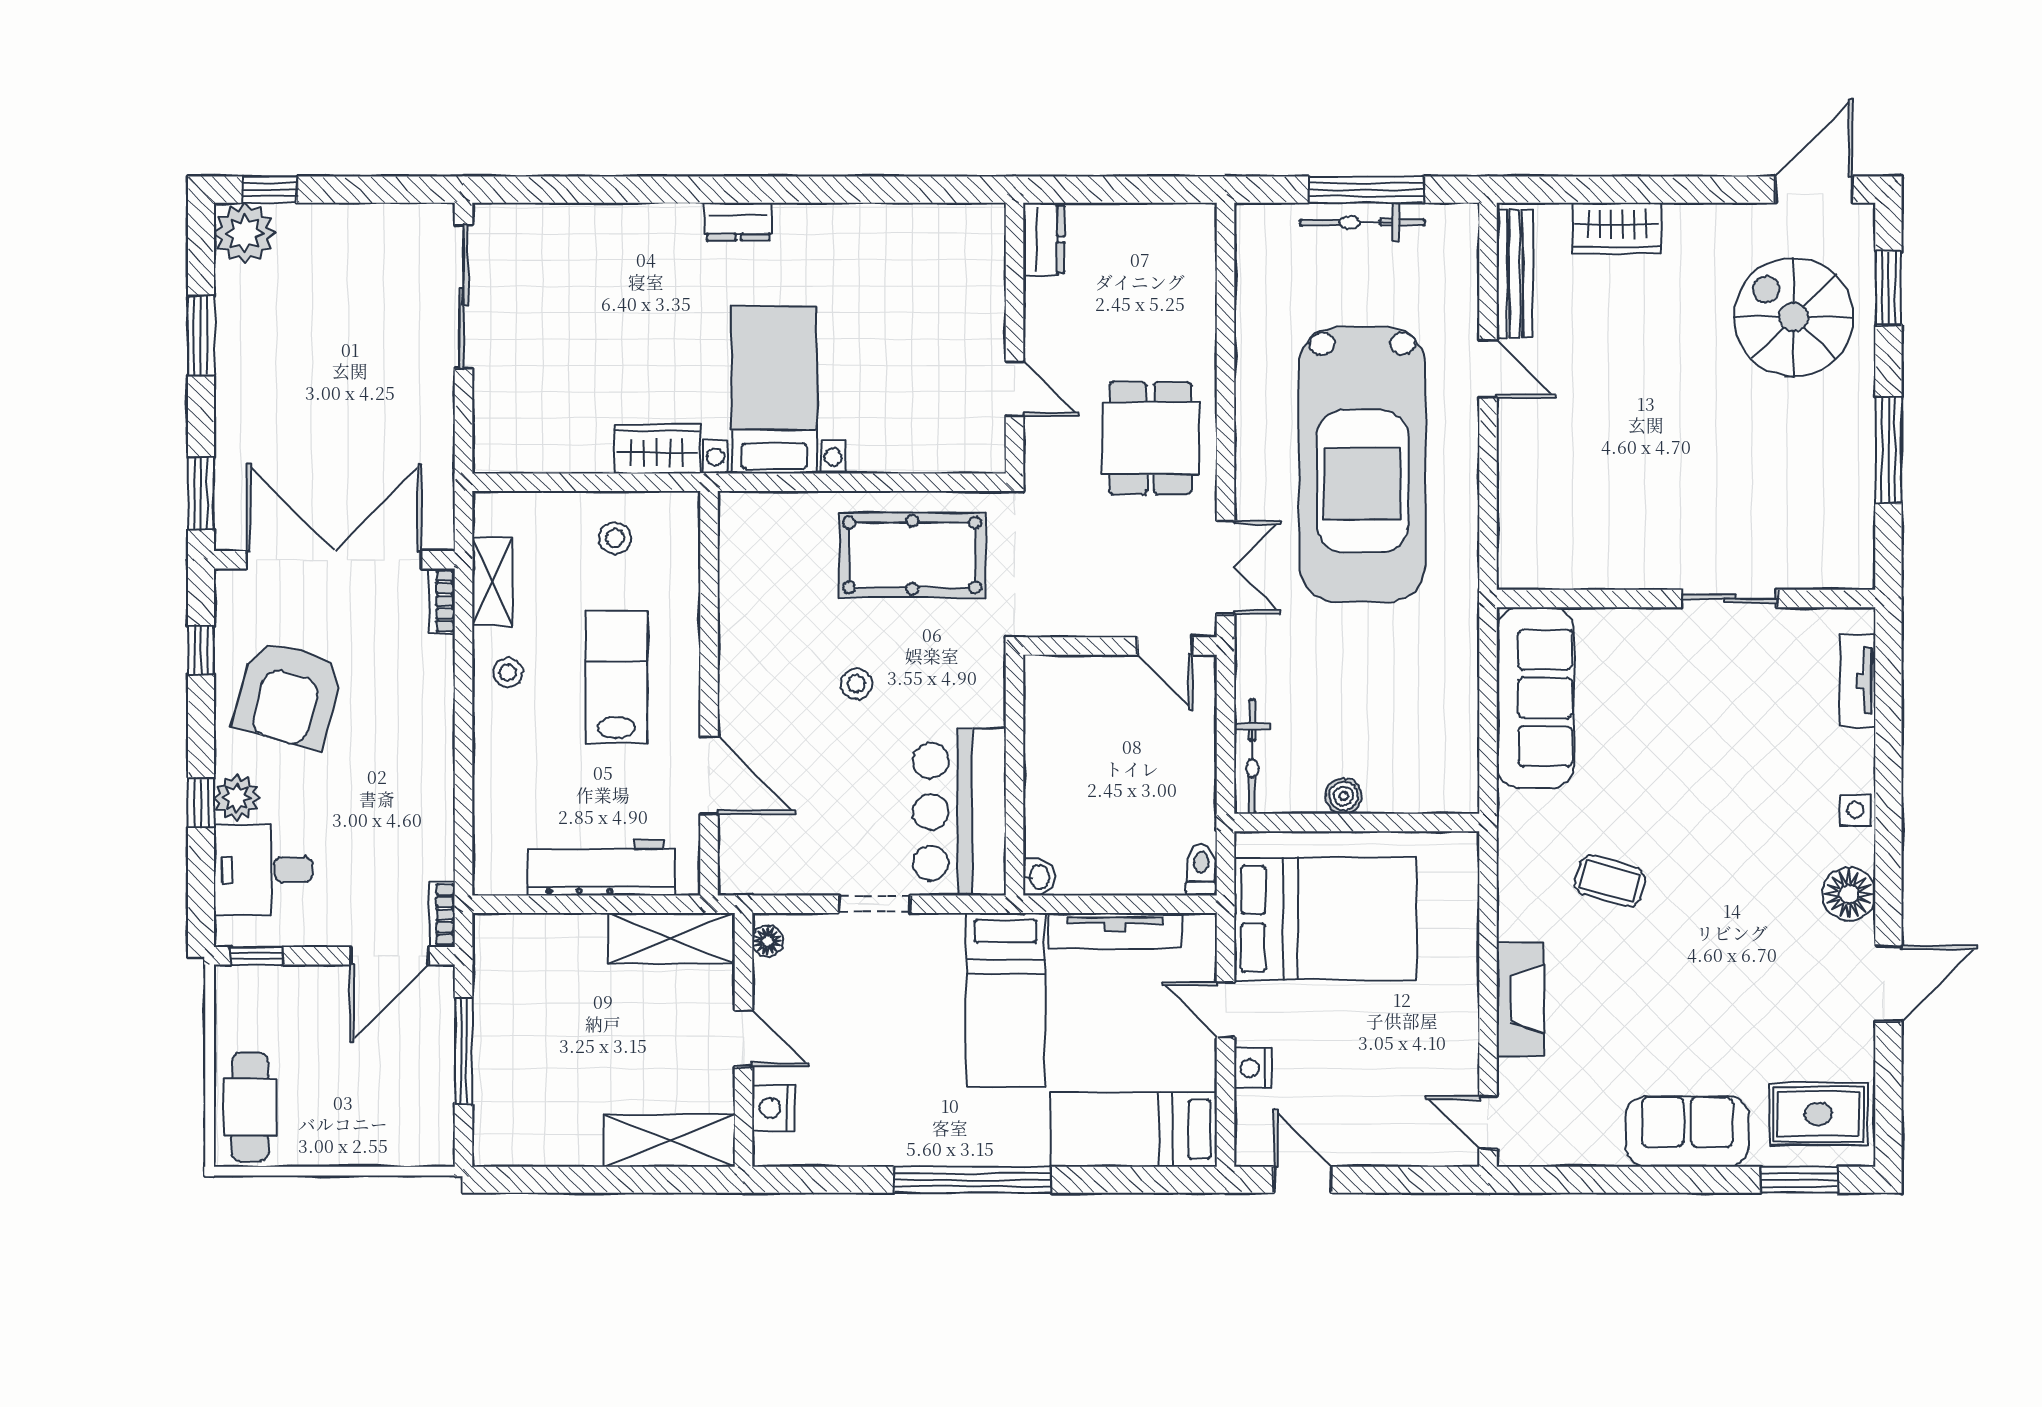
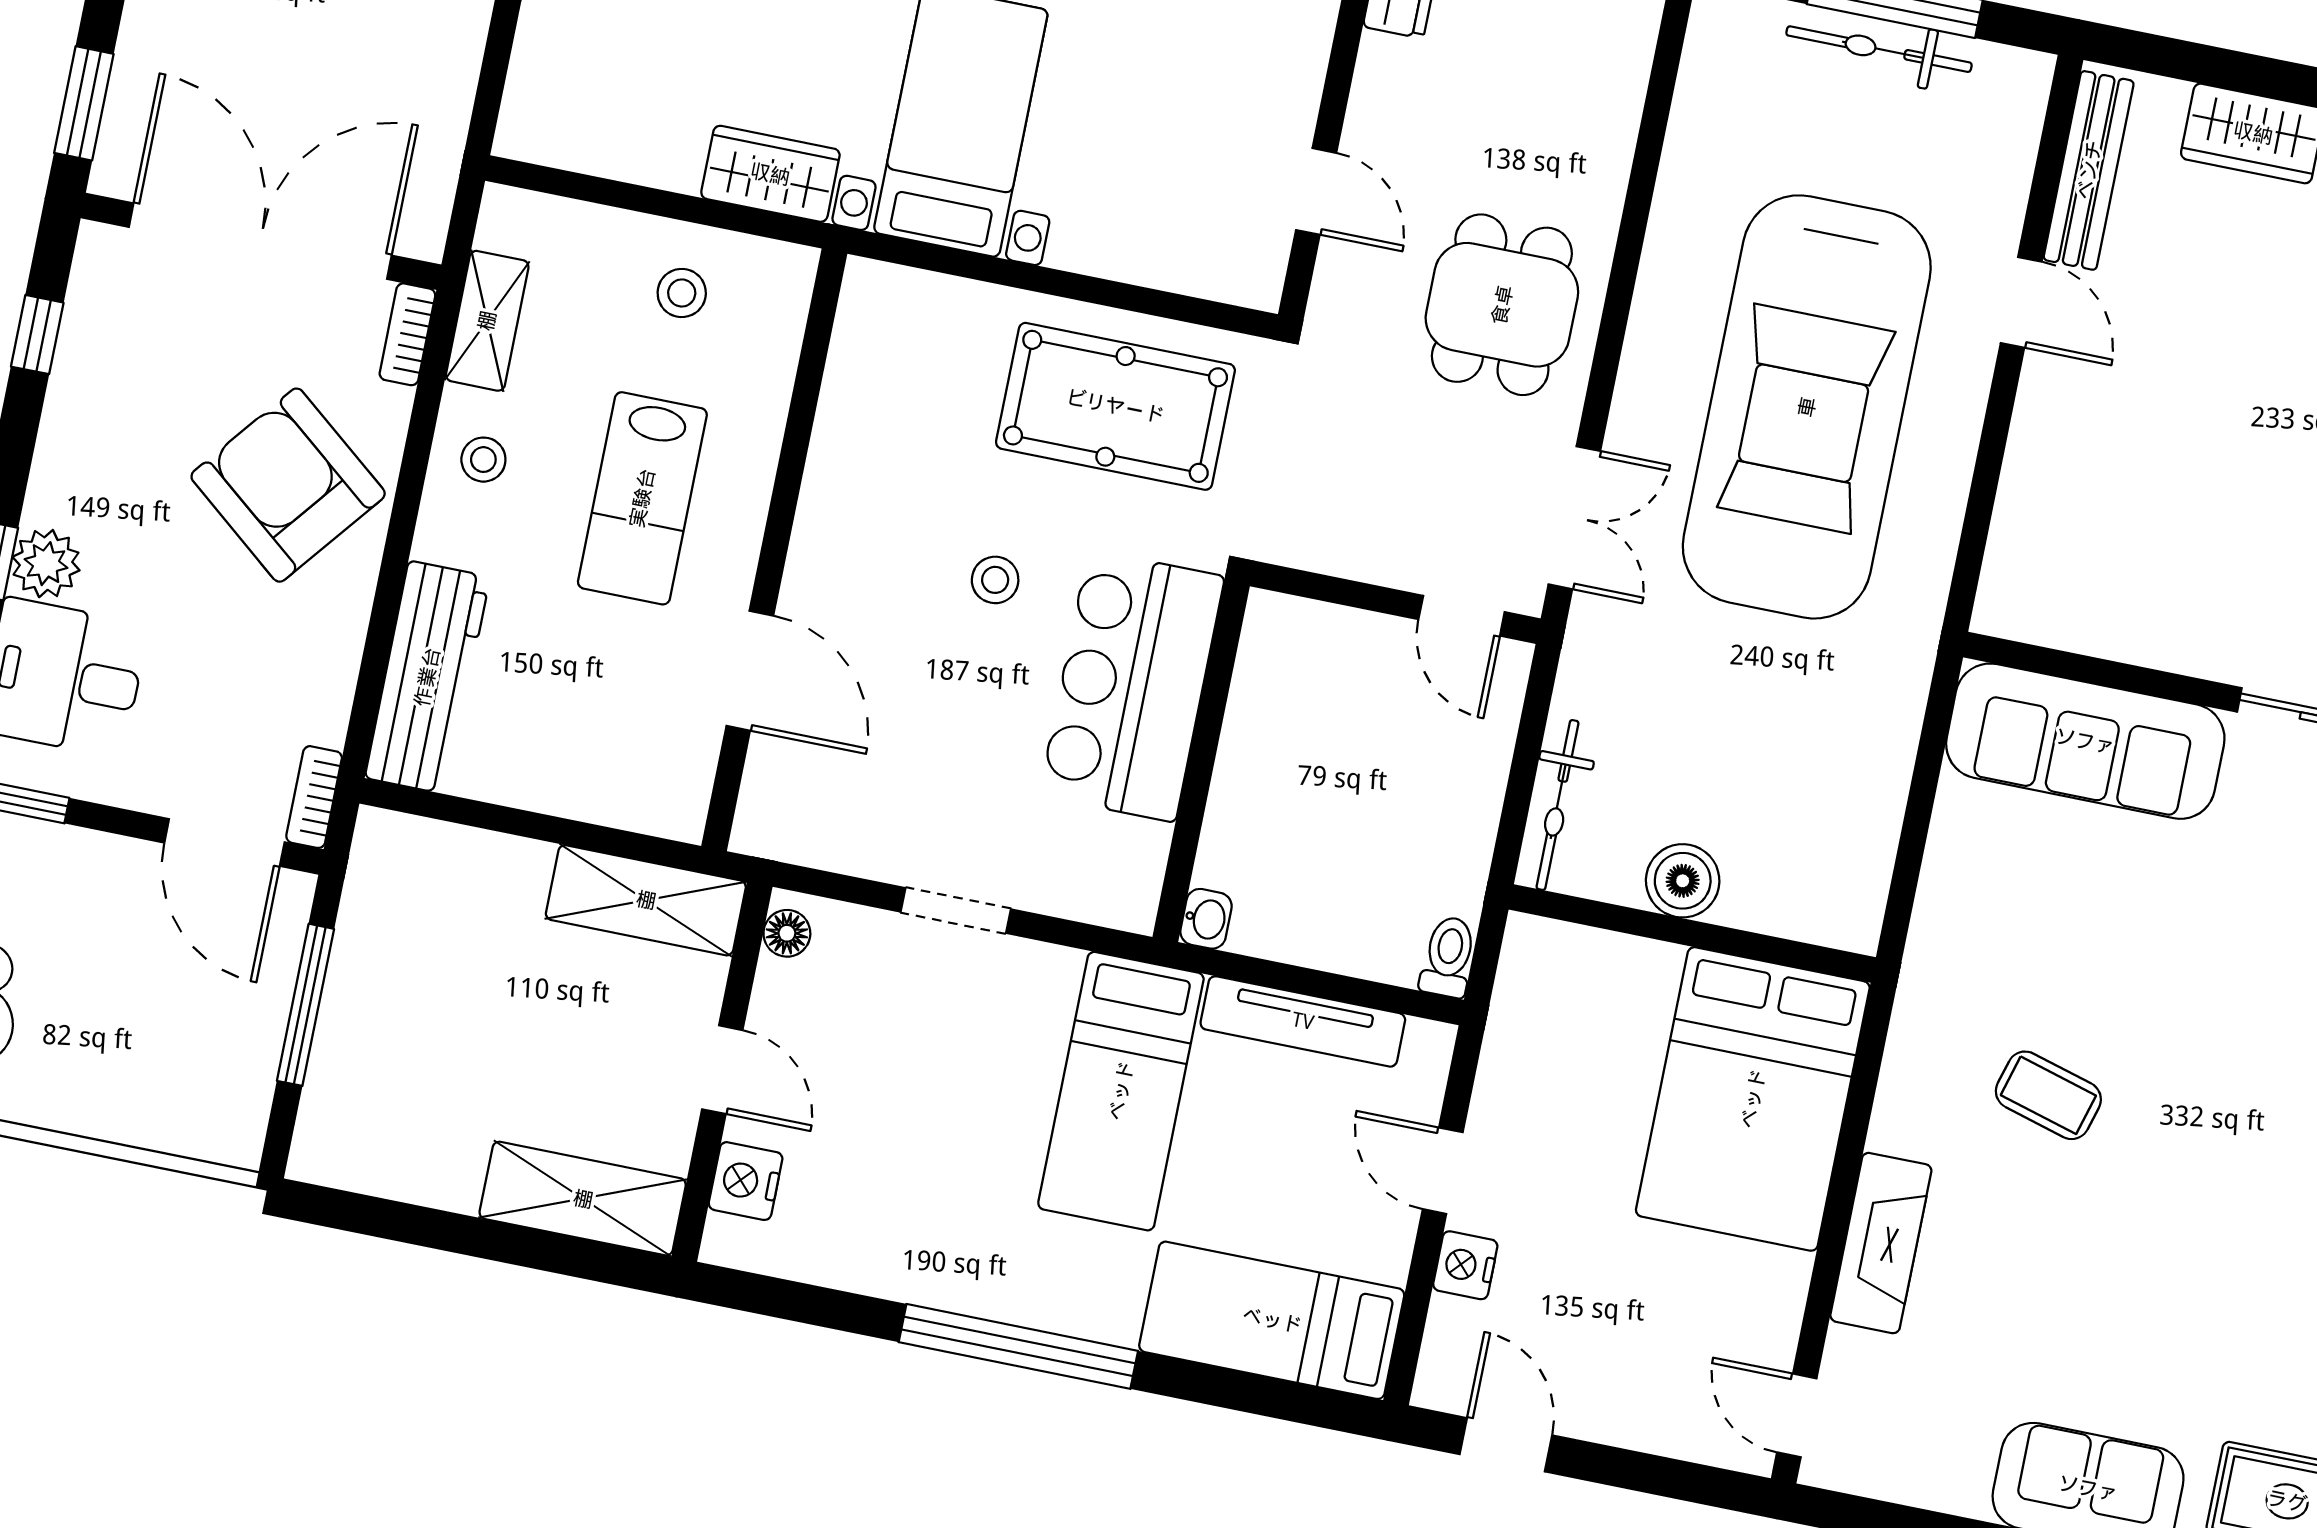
lab bench: (616, 677) -> (642, 498), turned 180
armchair: (289, 694) -> (288, 485), moved, turned 114
sofa: (1535, 698) -> (2085, 741), moved, turned 90
boiler: (1344, 796) -> (1683, 881), width x1.36, depth x1.36
bar counter: (960, 812) -> (1132, 686), moved
workbench: (602, 868) -> (427, 677), moved, turned 90
bed: (1325, 919) -> (1753, 1099), moved, turned 90
door: (390, 956) -> (224, 842), hinge flipped

